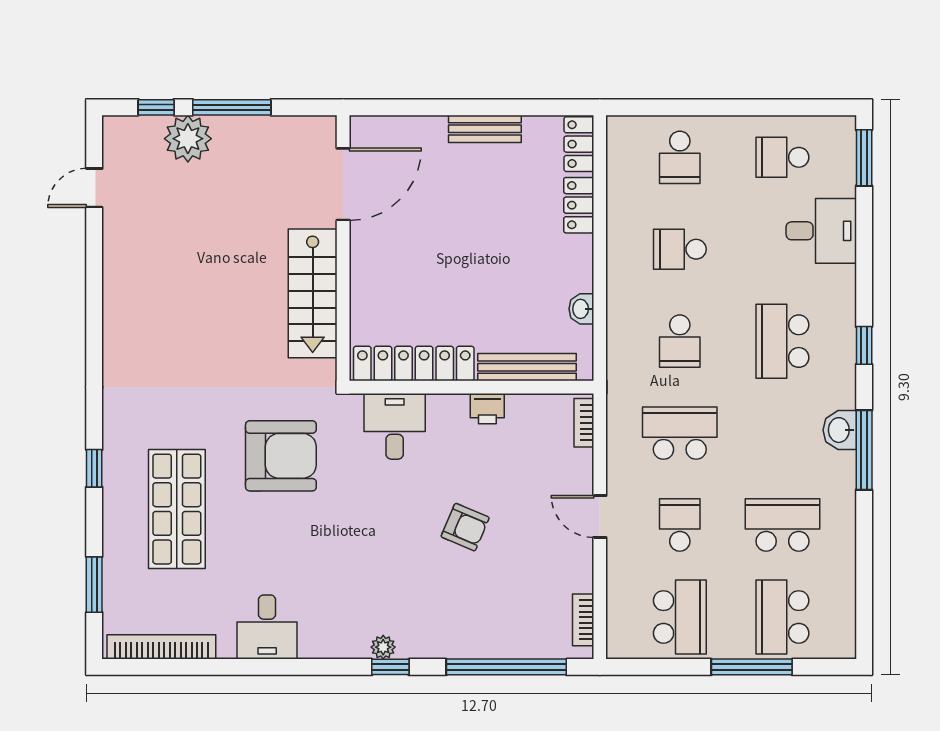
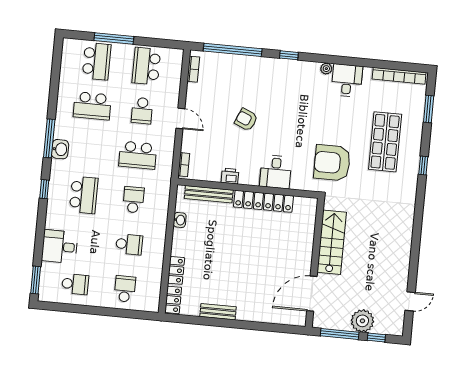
door: (343, 184) -> (312, 294), moved
wall: (343, 248) -> (315, 263), moved
stairs: (313, 293) -> (332, 242), moved
plant: (383, 647) -> (326, 69), moved

